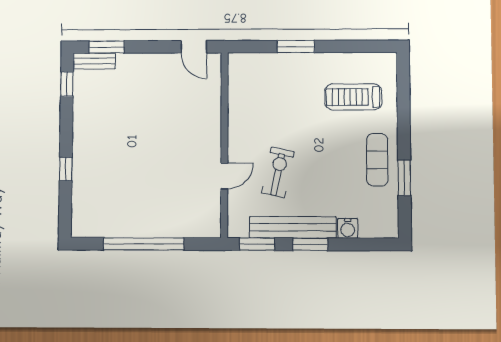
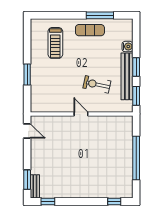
door: (194, 47) -> (27, 131), hinge flipped
window: (66, 169) -> (114, 201), moved
door: (224, 176) -> (81, 114), moved
window: (404, 178) -> (100, 15), width x1.44

